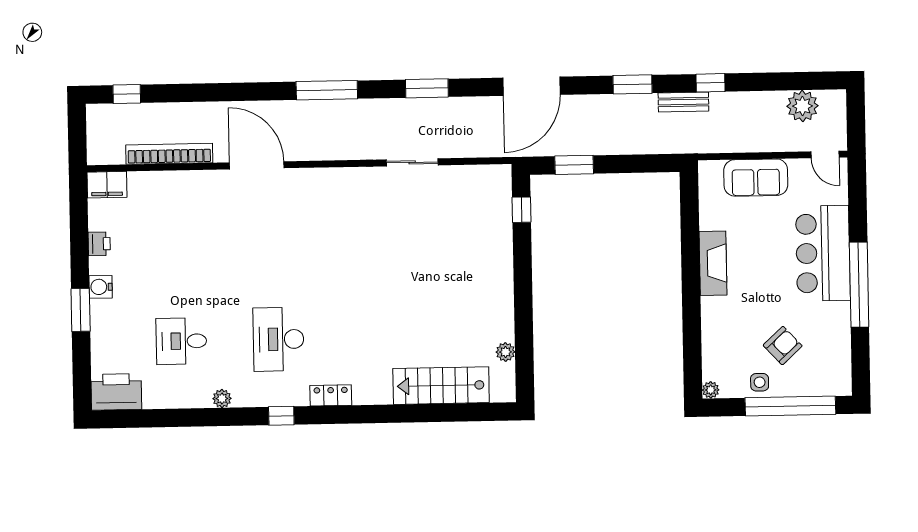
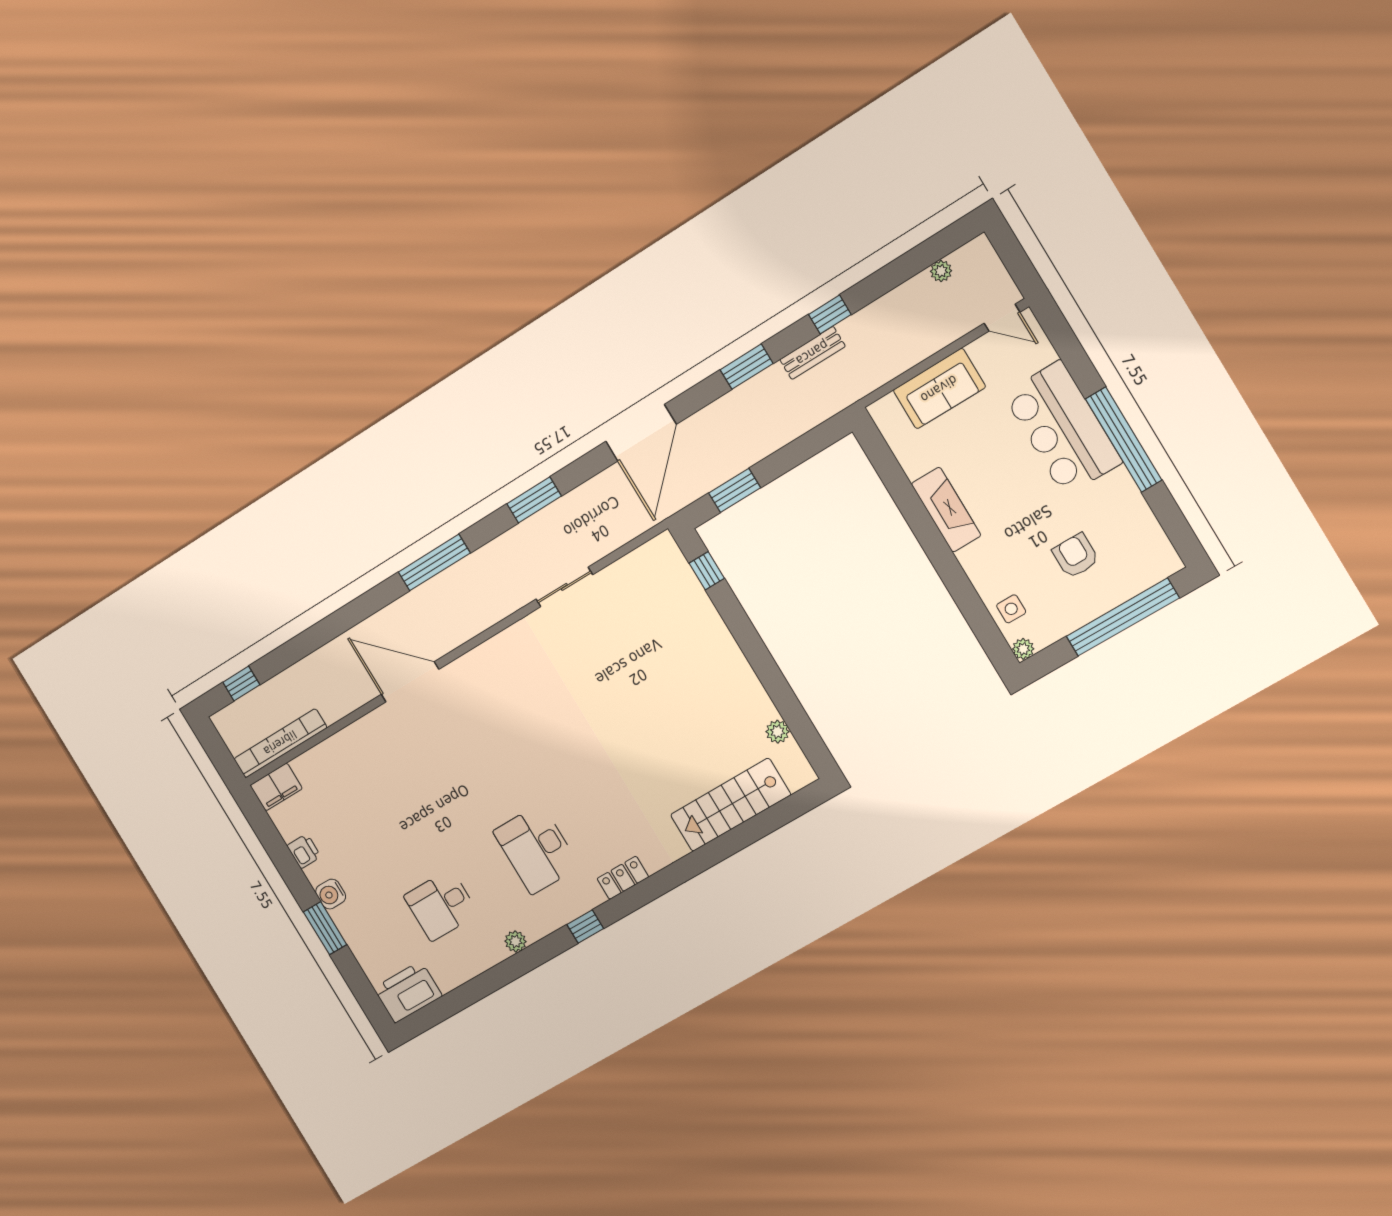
plant: (802, 106) -> (941, 271), width x0.53, depth x0.53
bookcase: (169, 154) -> (280, 743), moved
armchair: (783, 346) -> (1076, 556), turned -47
side table: (760, 382) -> (1011, 609), moved

